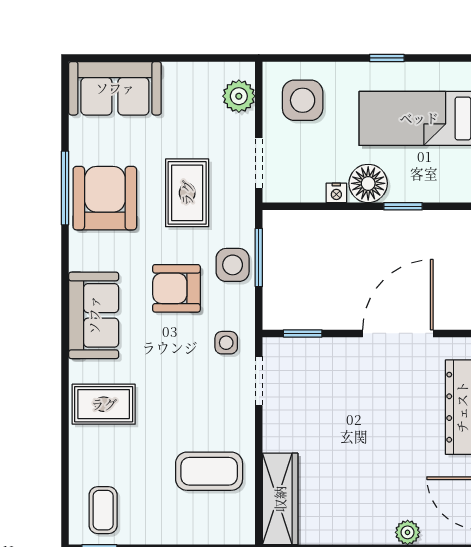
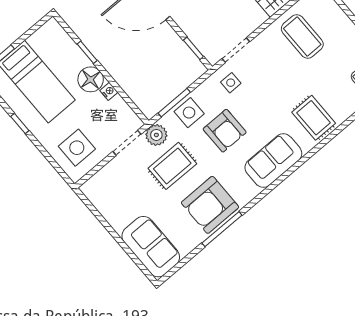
plant: (239, 96) -> (156, 135), moved

